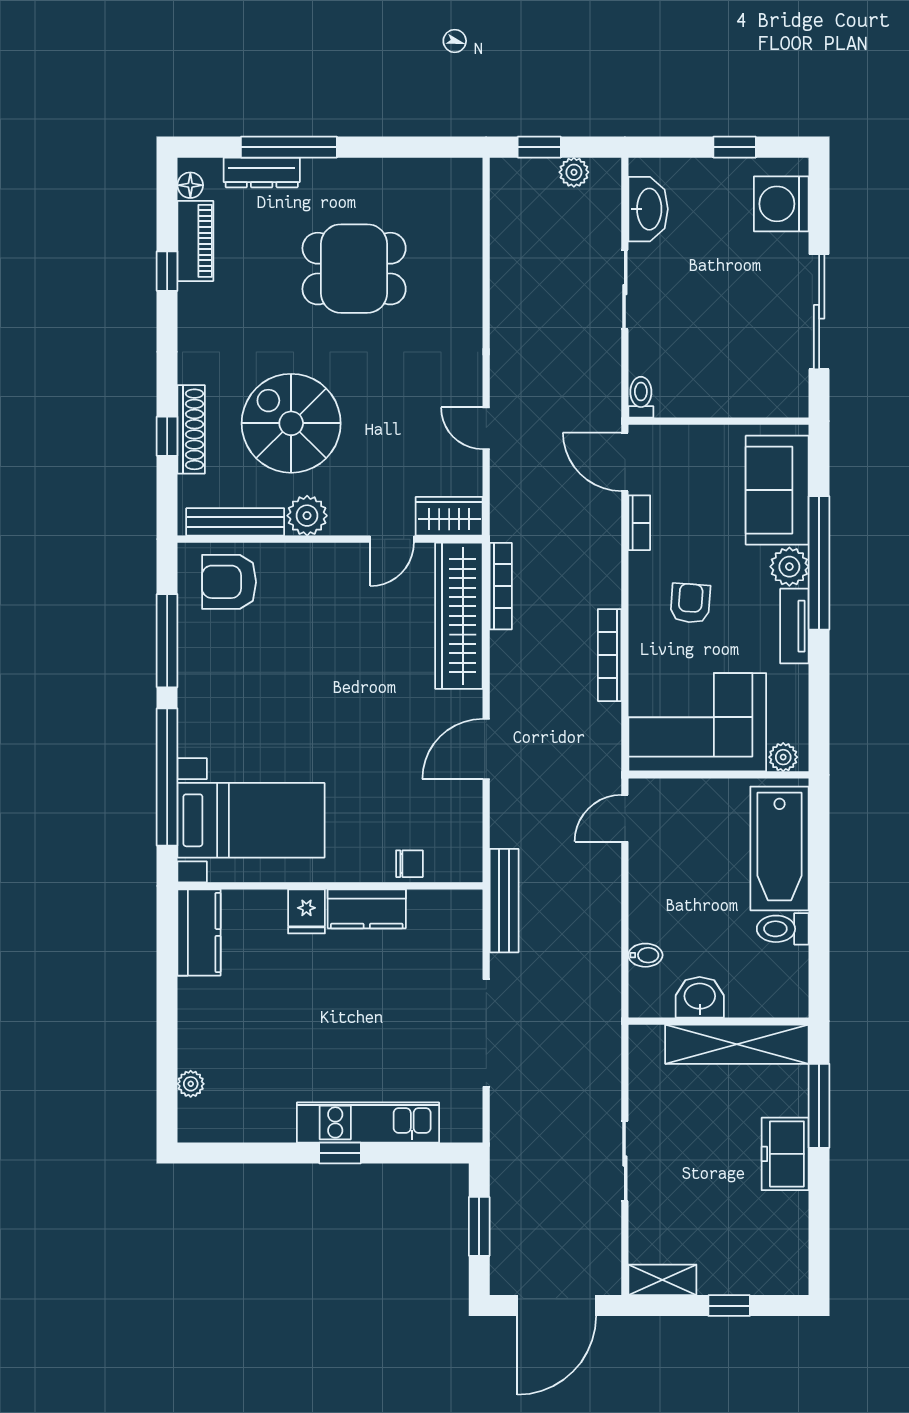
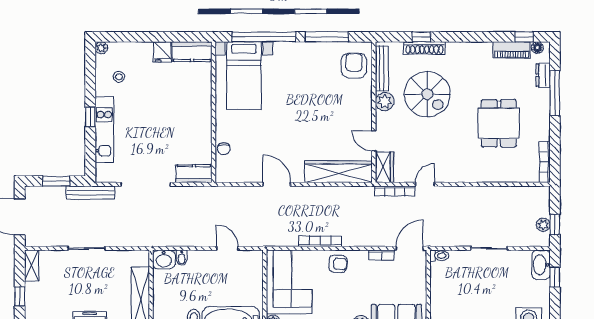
window: (539, 147) -> (555, 225), moved
window: (735, 147) -> (555, 277), moved
bookcase: (438, 169) -> (545, 162), added
dresser: (262, 172) -> (543, 75), width x0.70
washbasin: (648, 209) -> (541, 265), moved, turned 90
window: (167, 271) -> (524, 37), moved
spiral stairs: (291, 423) -> (427, 94), turned 90
bookcase: (501, 586) -> (395, 191), moved
armchair: (690, 603) -> (338, 264), moved
door: (625, 818) -> (227, 248), moved
bench: (504, 901) -> (90, 193), moved
kitchen counter: (367, 909) -> (194, 174), moved, turned 90
fridge: (306, 911) -> (162, 52), moved, turned -90
washbasin: (700, 997) -> (164, 259), moved, turned 90
plant: (191, 1084) -> (101, 48), moved
stool: (254, 1091) -> (119, 77), added

